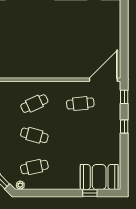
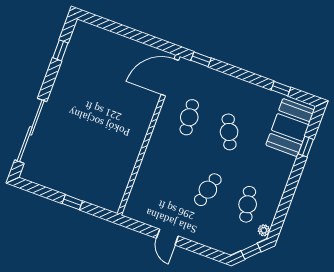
door: (103, 80) -> (170, 77), hinge flipped
cafe table: (34, 104) -> (229, 132), moved
window: (124, 126) -> (281, 89), moved

